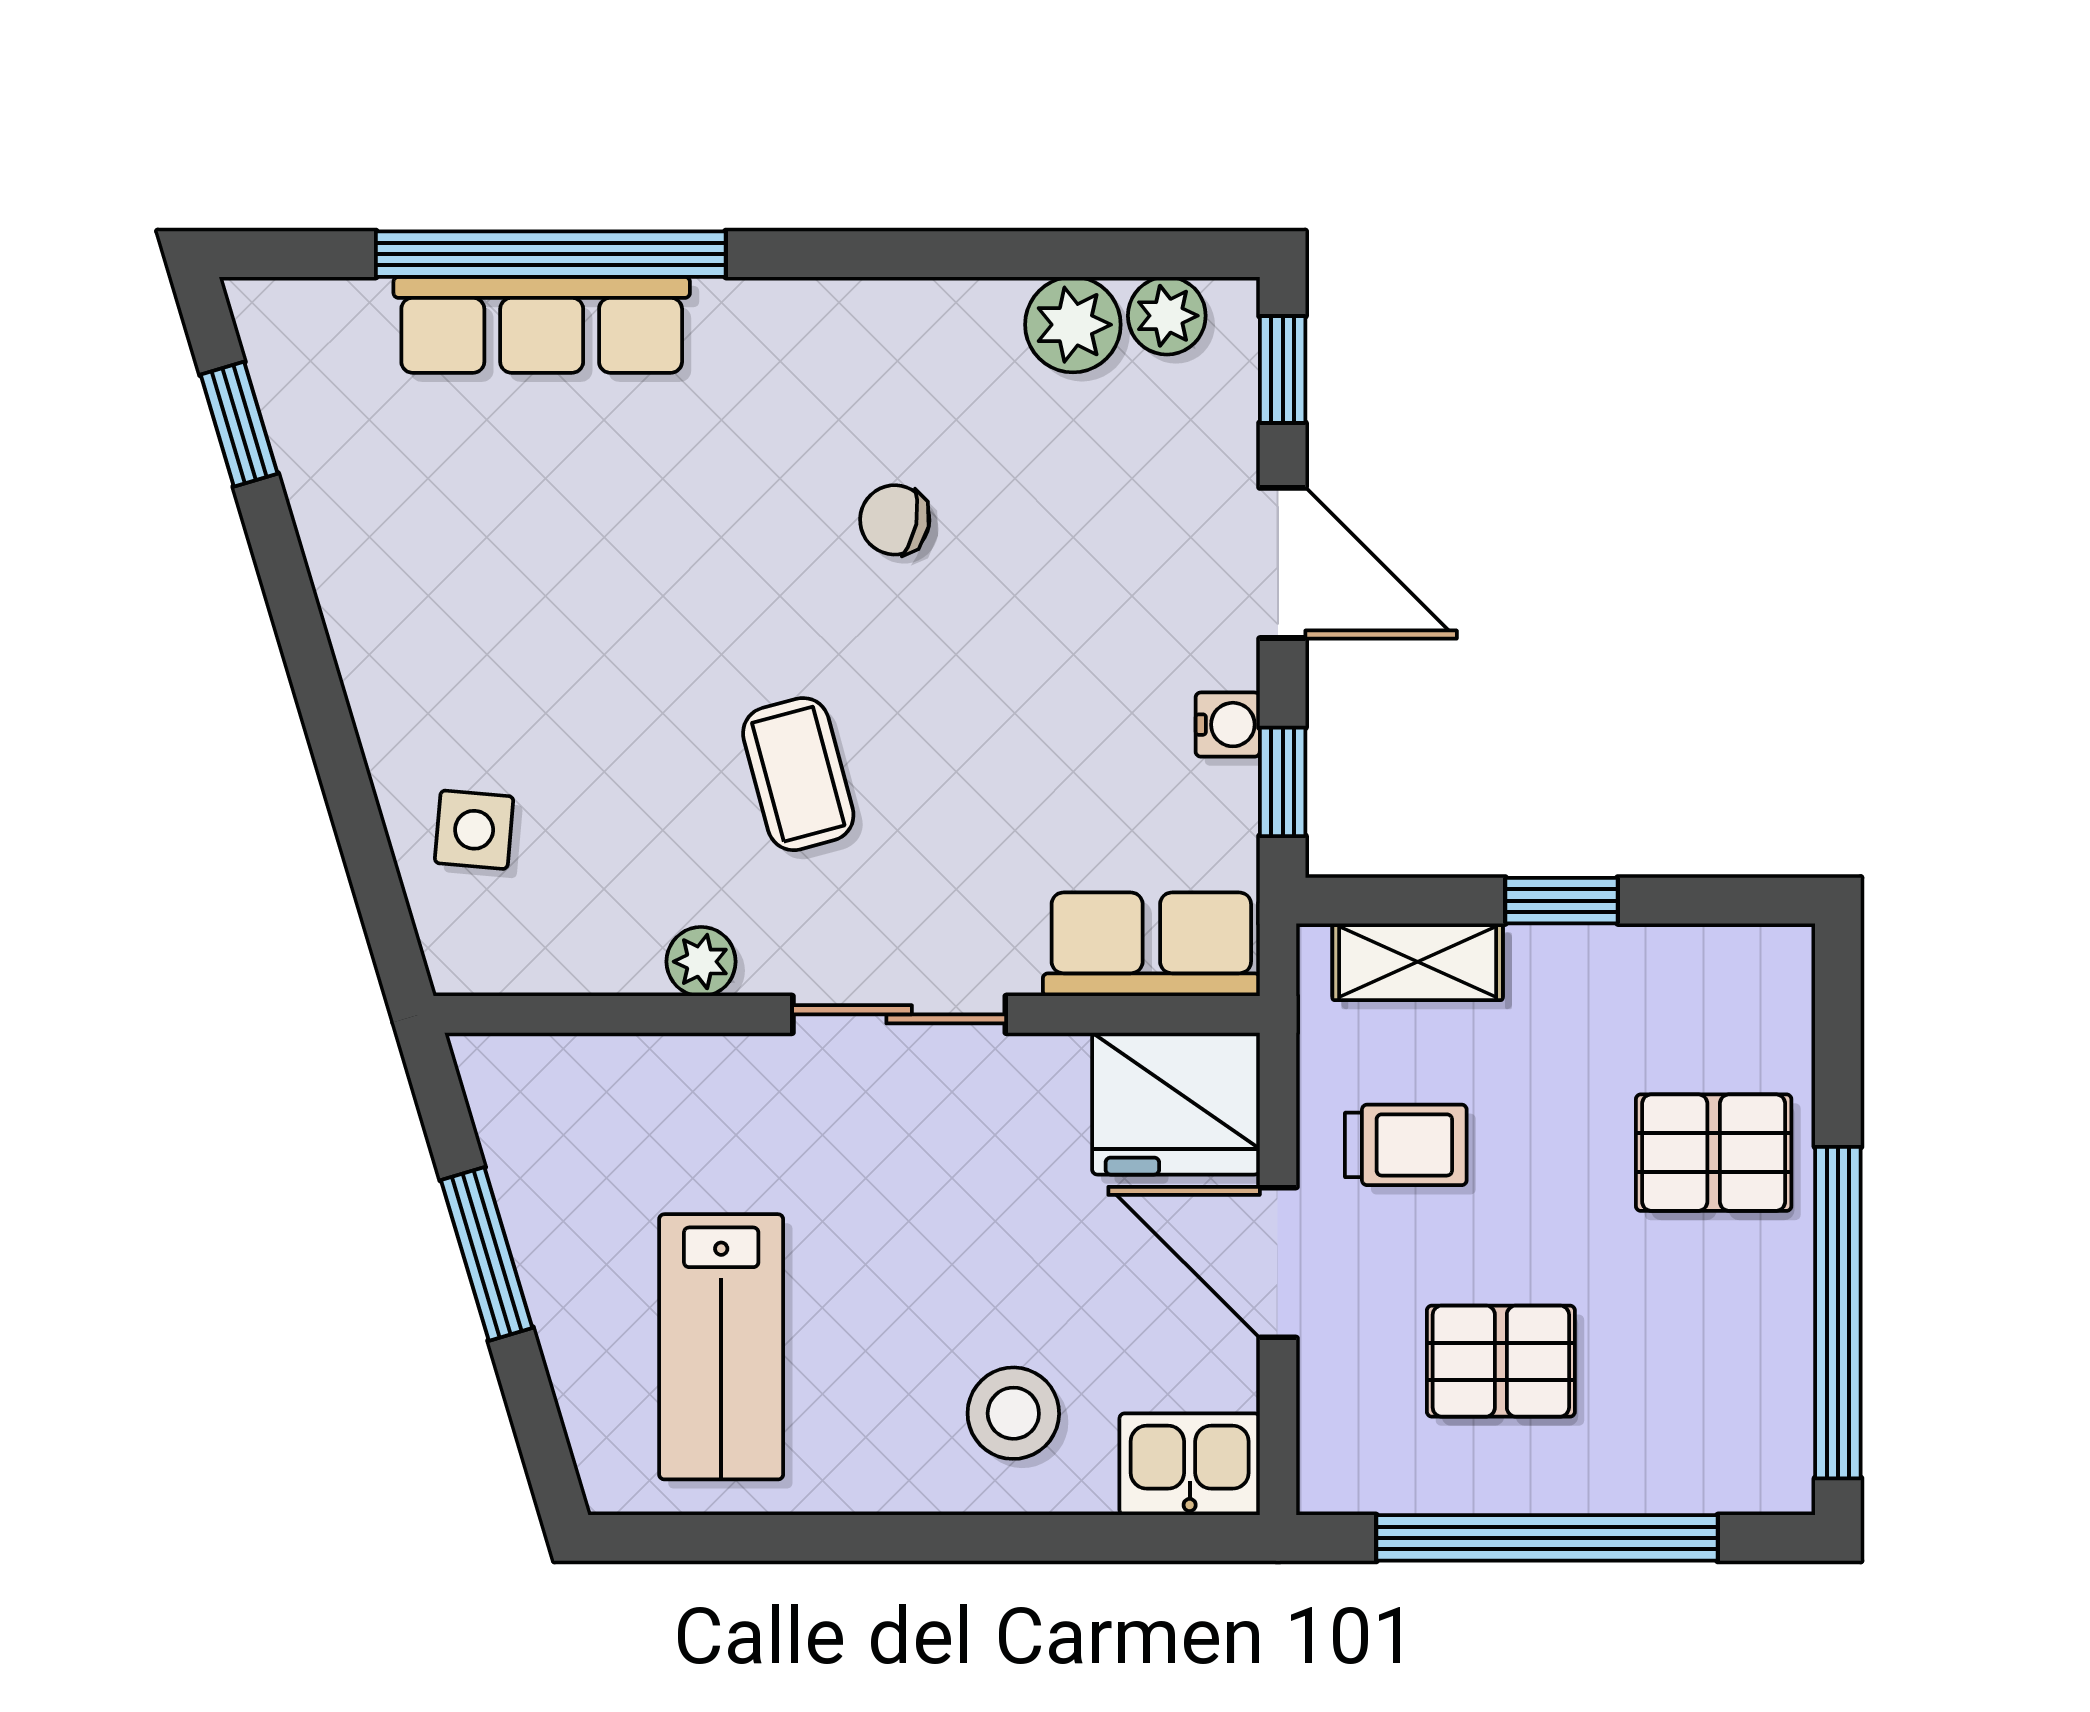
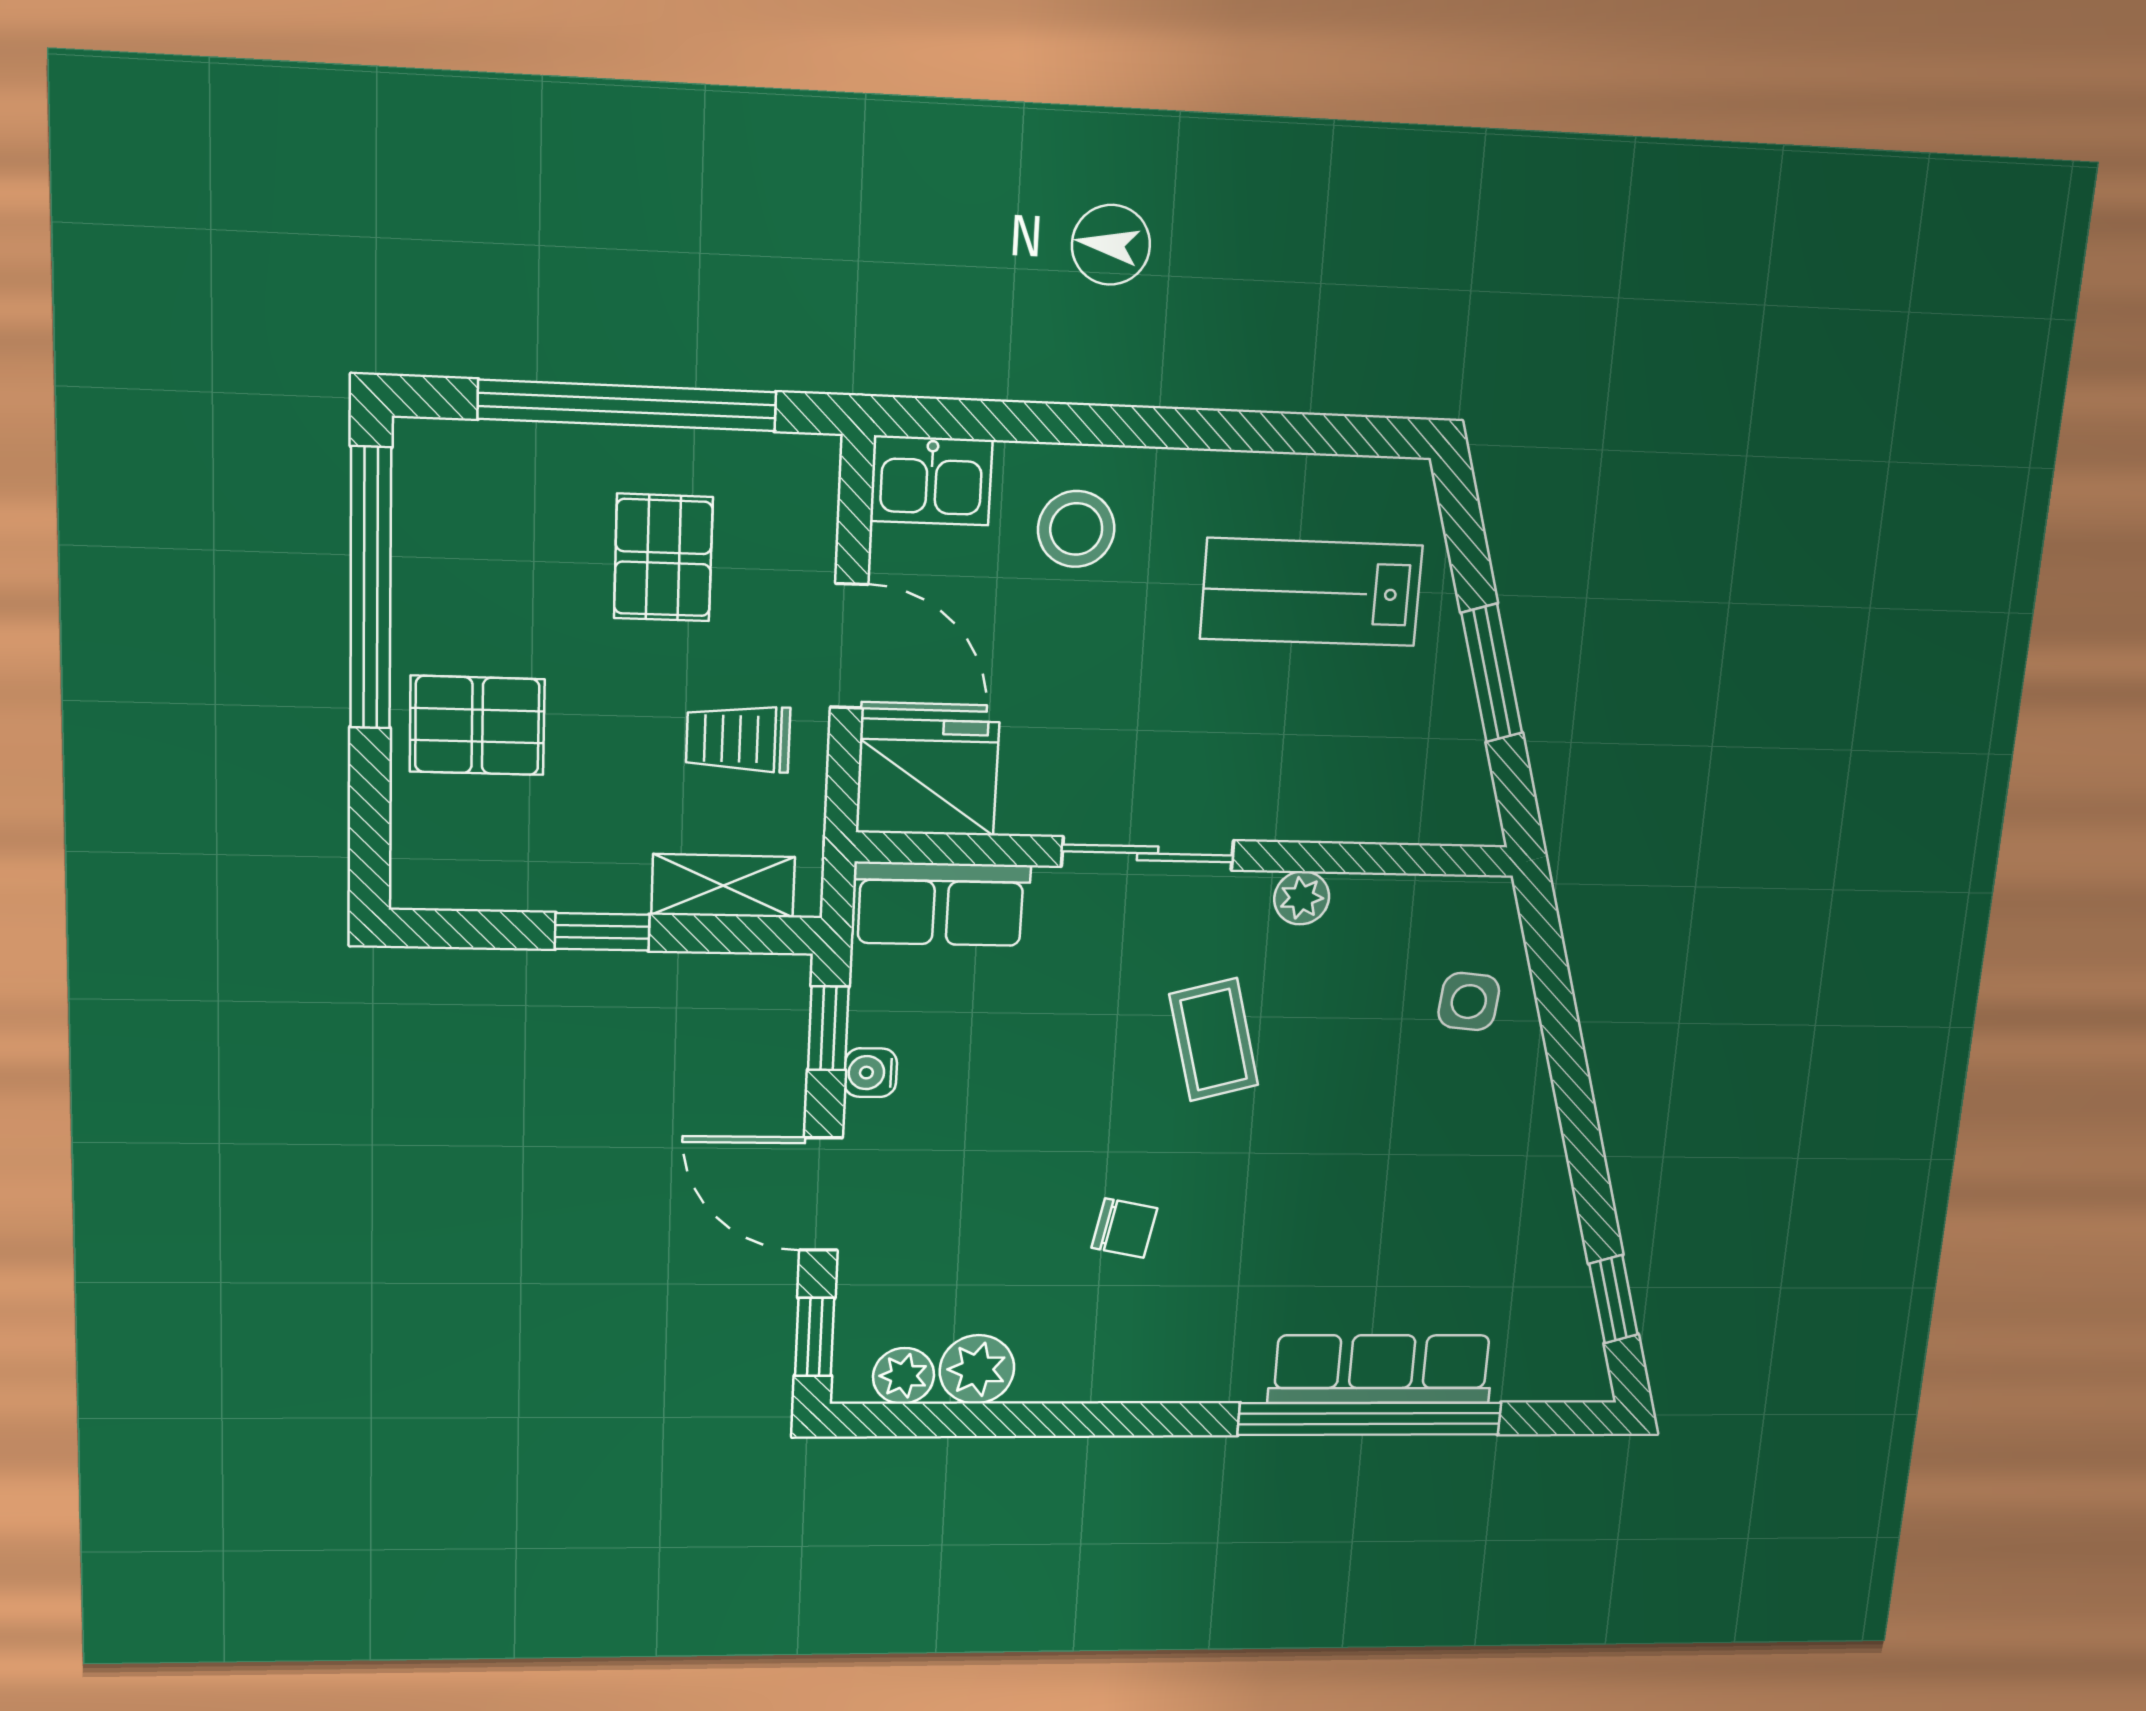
lab bench: (721, 1347) -> (1311, 592), turned -90
pallet: (1501, 1361) -> (663, 558), turned 90

